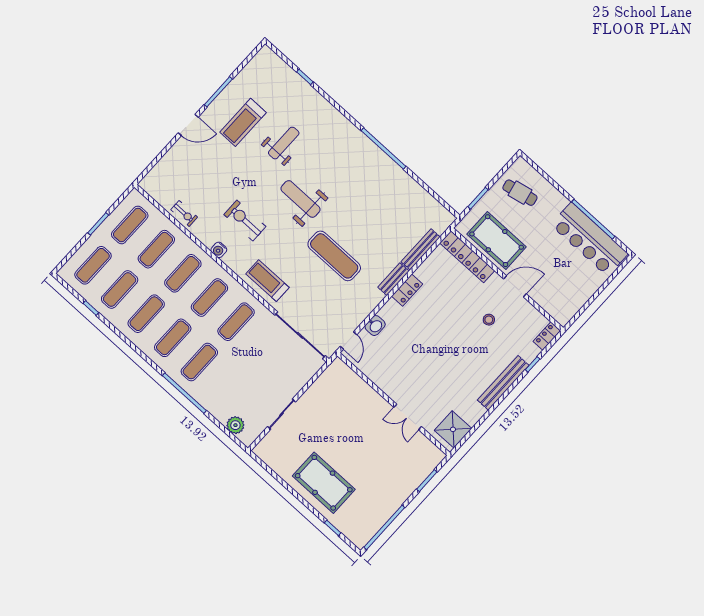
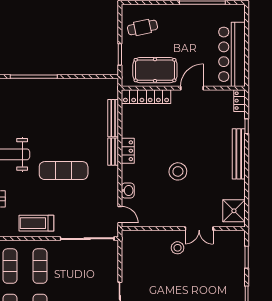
bar counter: (589, 239) -> (232, 54), moved, turned 90
stool: (489, 320) -> (178, 171), moved, width x1.89, depth x1.89
stool: (373, 417) -> (178, 248), added

